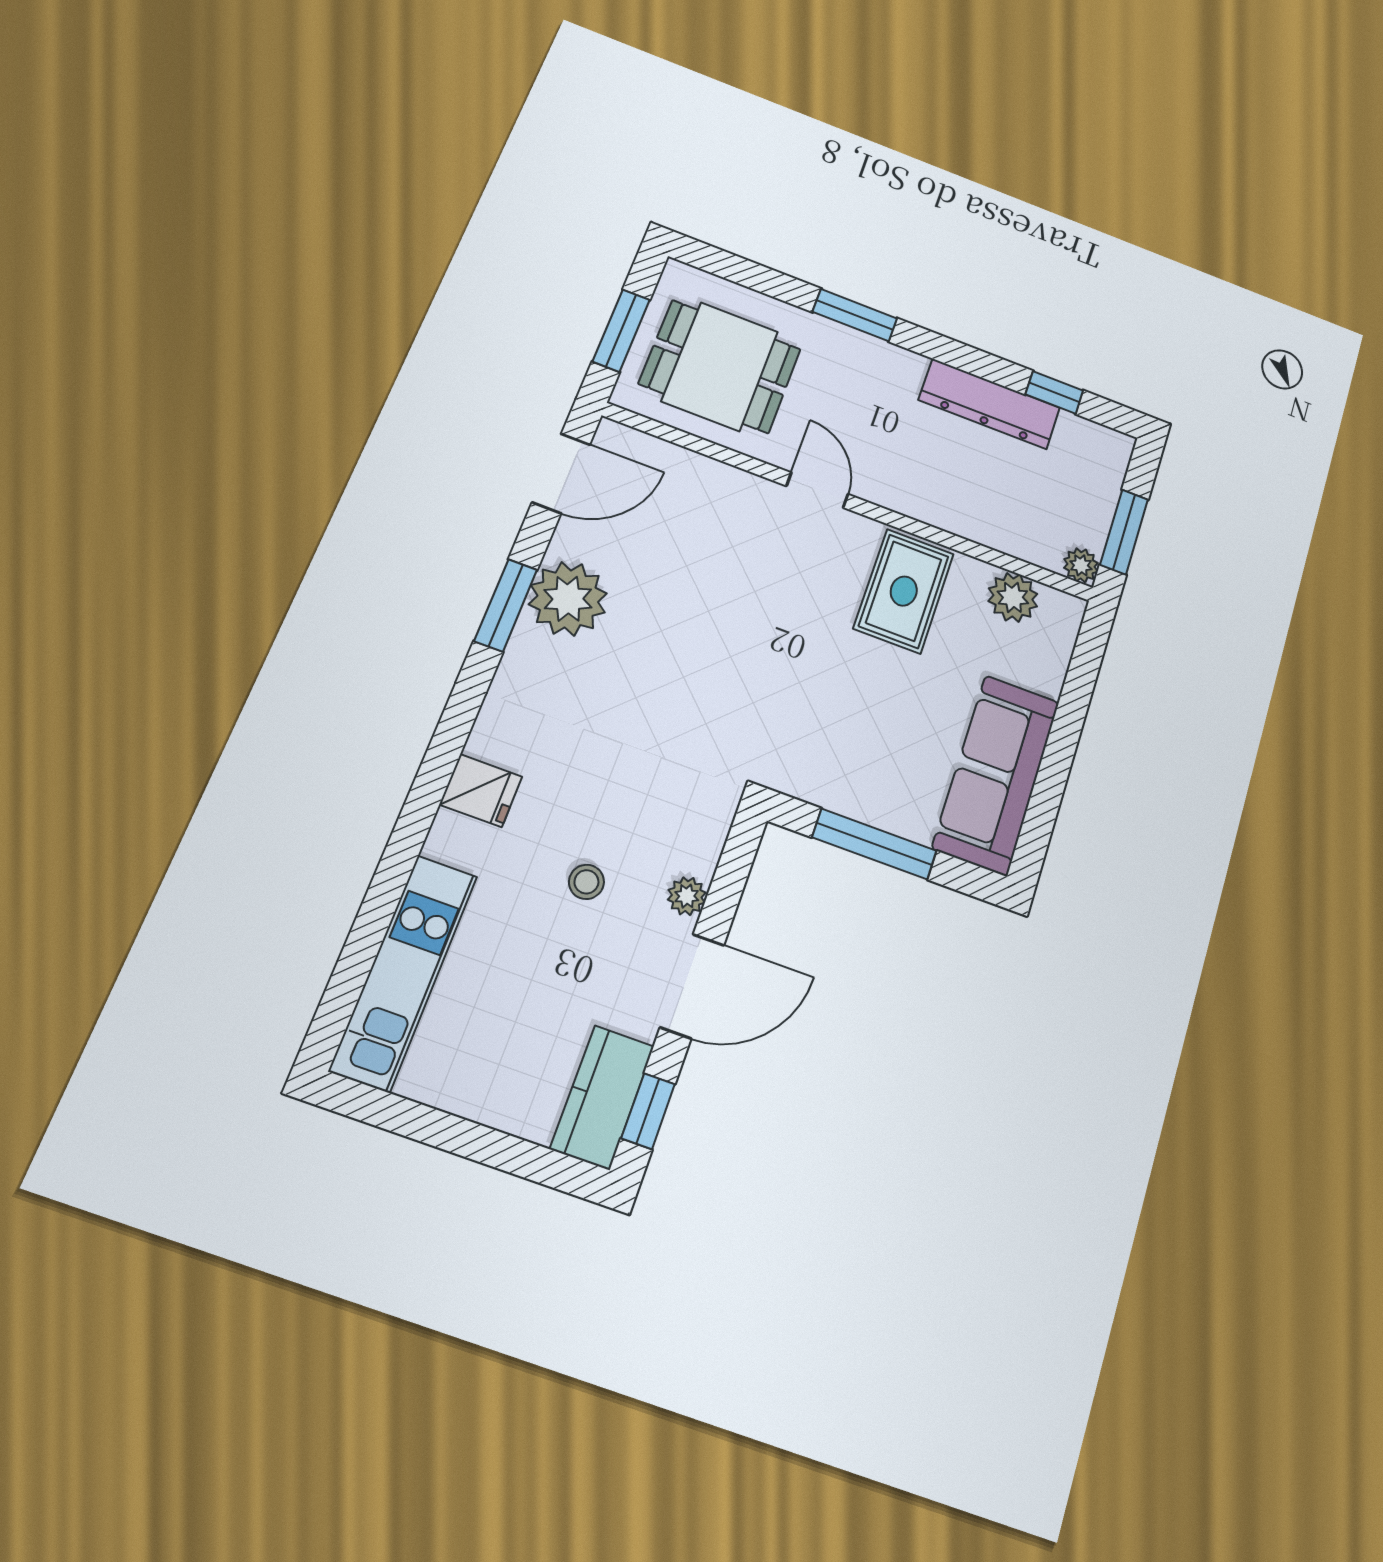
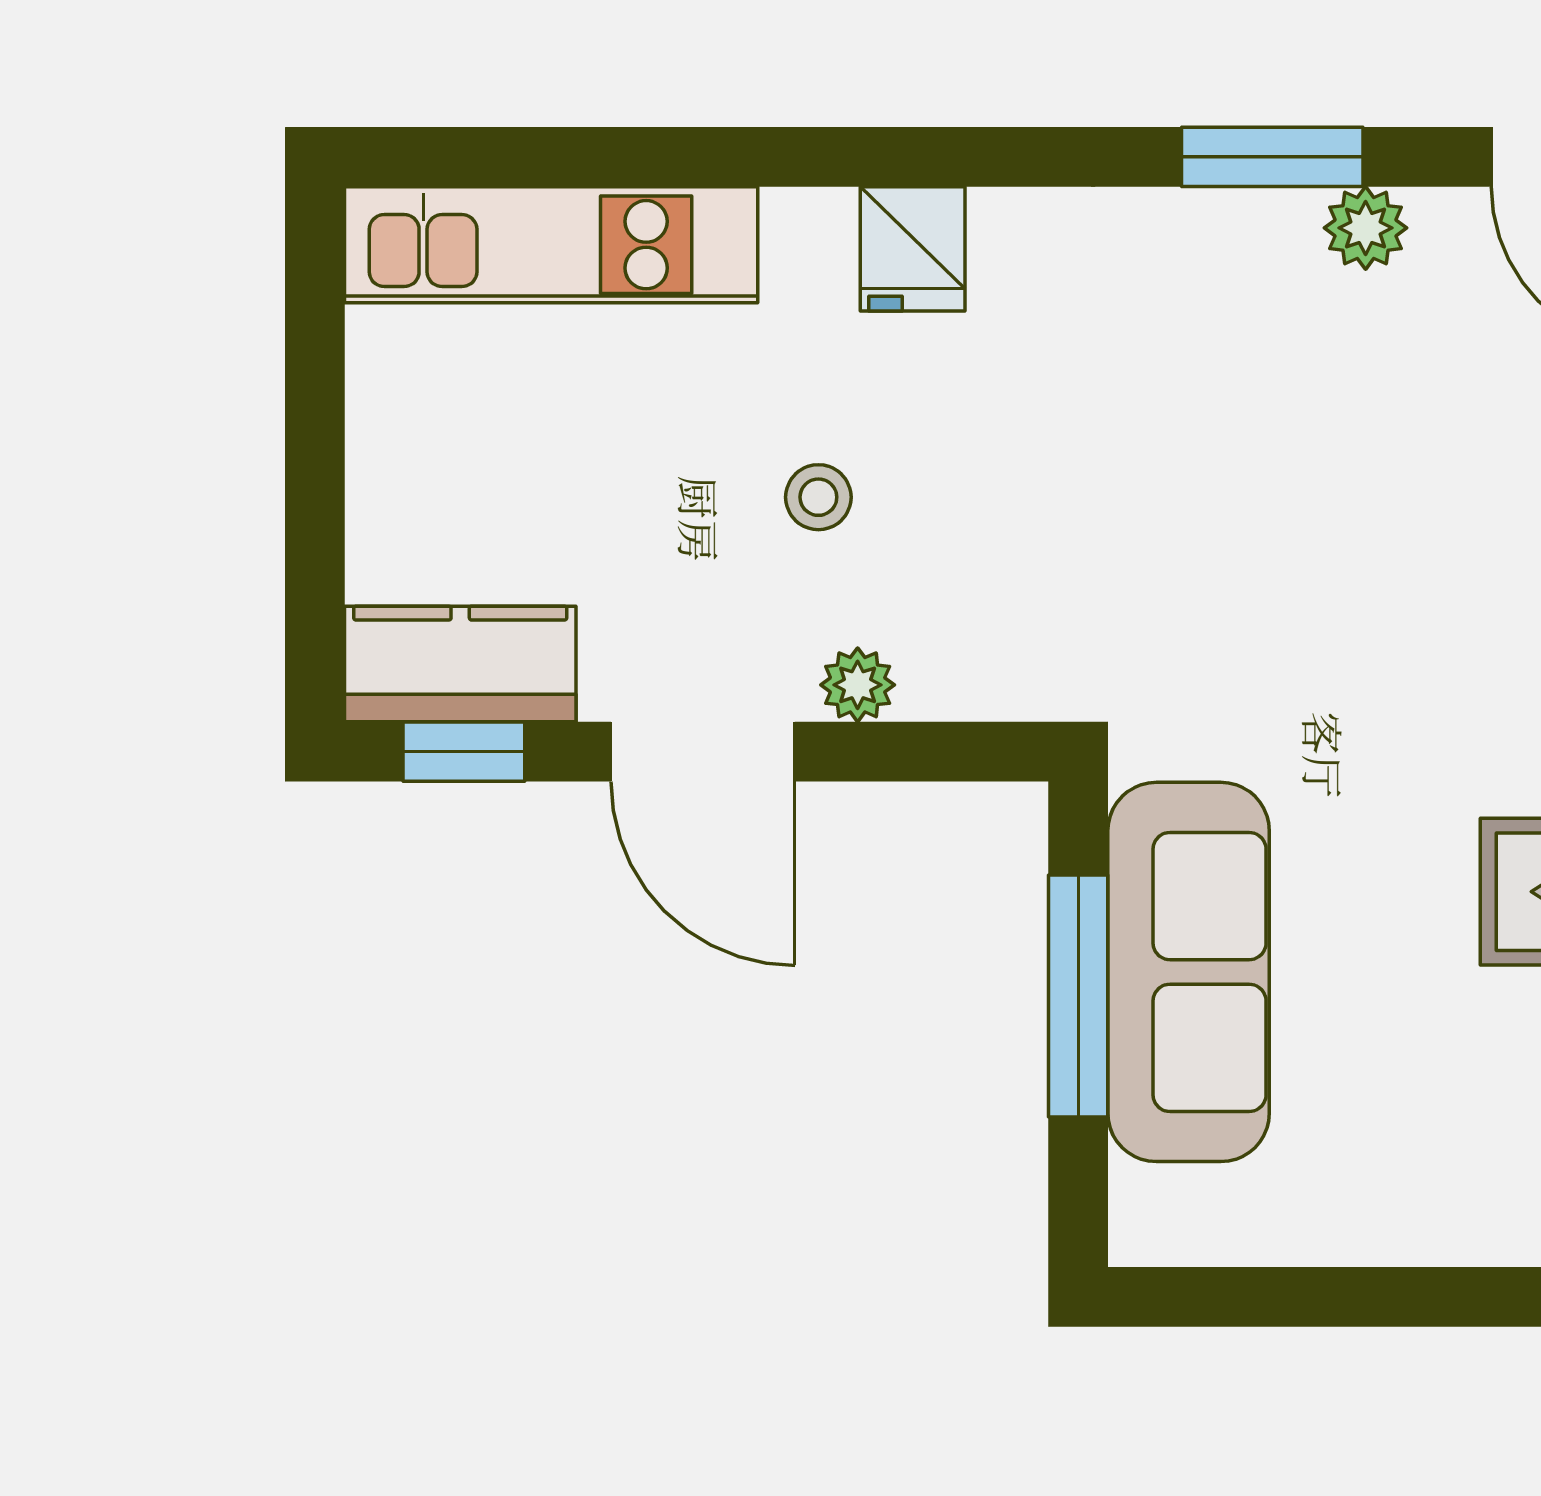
plant: (568, 599) -> (1366, 228), width x0.53, depth x0.53
sofa: (996, 774) -> (1189, 972), moved, turned 90

